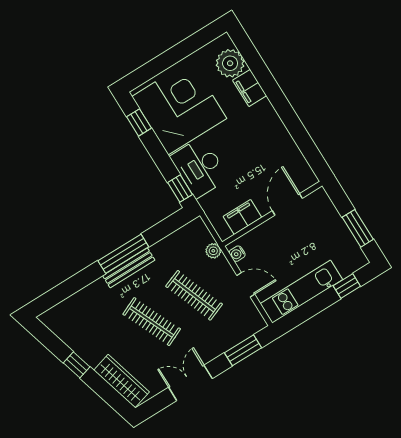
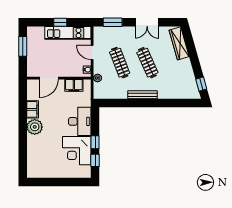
plant: (230, 63) -> (35, 127), moved
filing cabinet: (250, 88) -> (33, 109), moved
corner desk: (179, 107) -> (77, 151), width x0.74, depth x0.74
window: (180, 189) -> (95, 142), moved
window: (123, 254) -> (141, 103), removed
window: (347, 286) -> (60, 22), moved
window: (77, 365) -> (201, 84), moved

